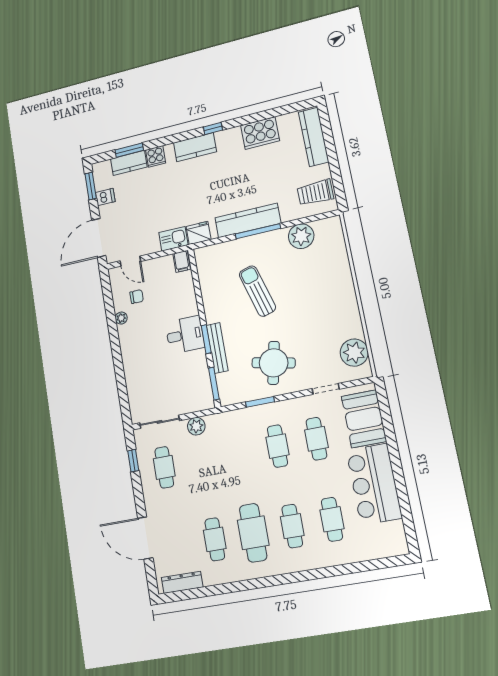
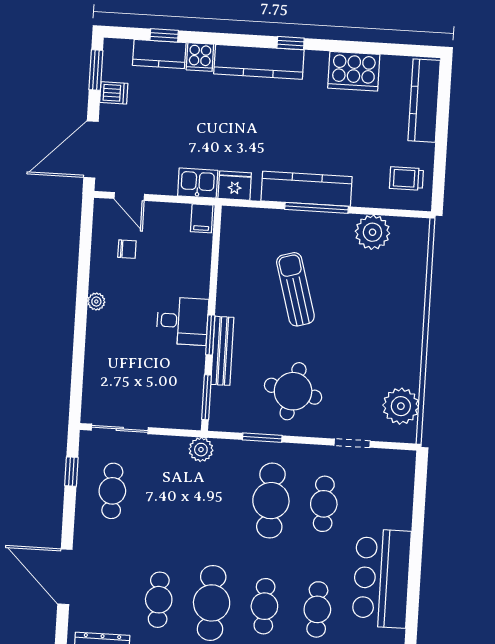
kitchen counter: (195, 147) -> (259, 62), width x1.50
window: (129, 150) -> (164, 35), width x0.67
trolley: (315, 193) -> (406, 178), width x0.73, depth x0.72
plant: (121, 318) -> (96, 301), moved
booth: (364, 419) -> (391, 494), removed
plant: (196, 426) -> (201, 450), moved
cafe table: (277, 446) -> (271, 501), width x1.37, depth x1.35

